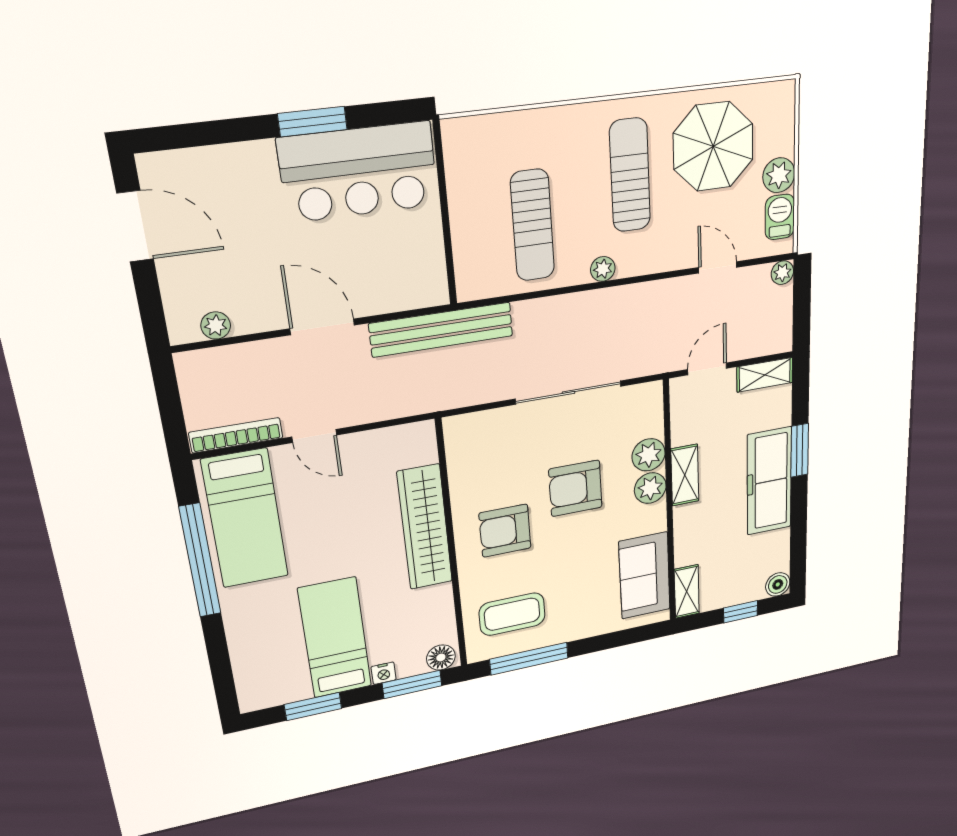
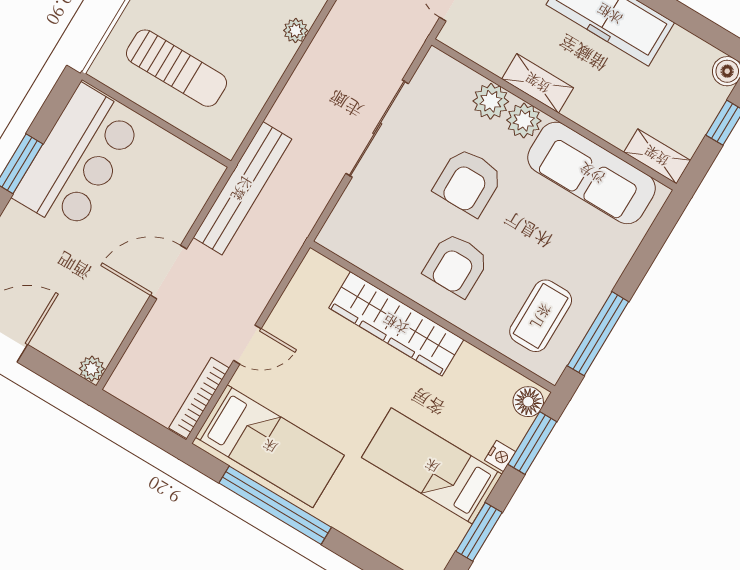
sun lounger: (532, 225) -> (176, 68), moved
plant: (216, 325) -> (92, 369), moved
sofa: (645, 576) -> (592, 173), width x1.36

